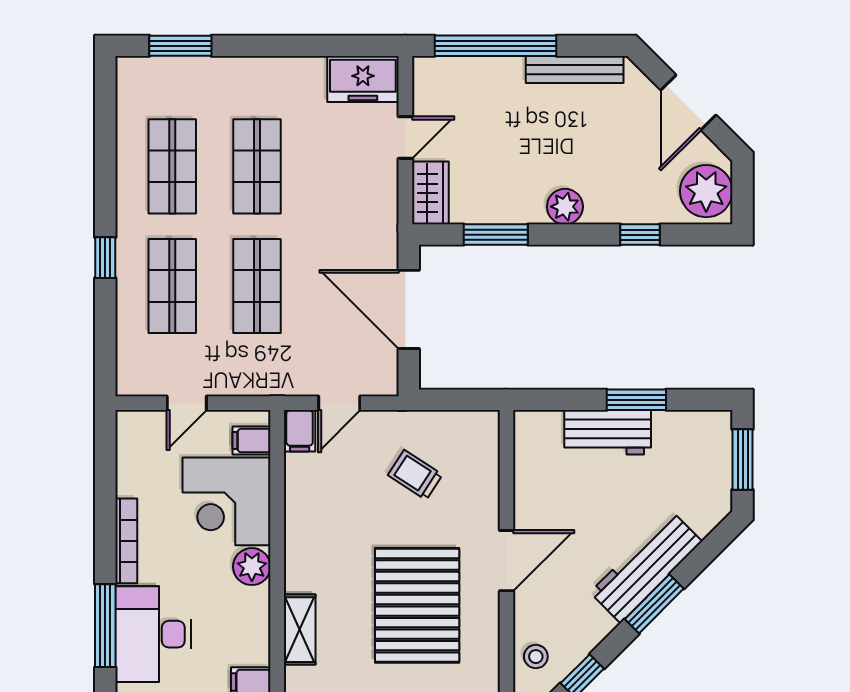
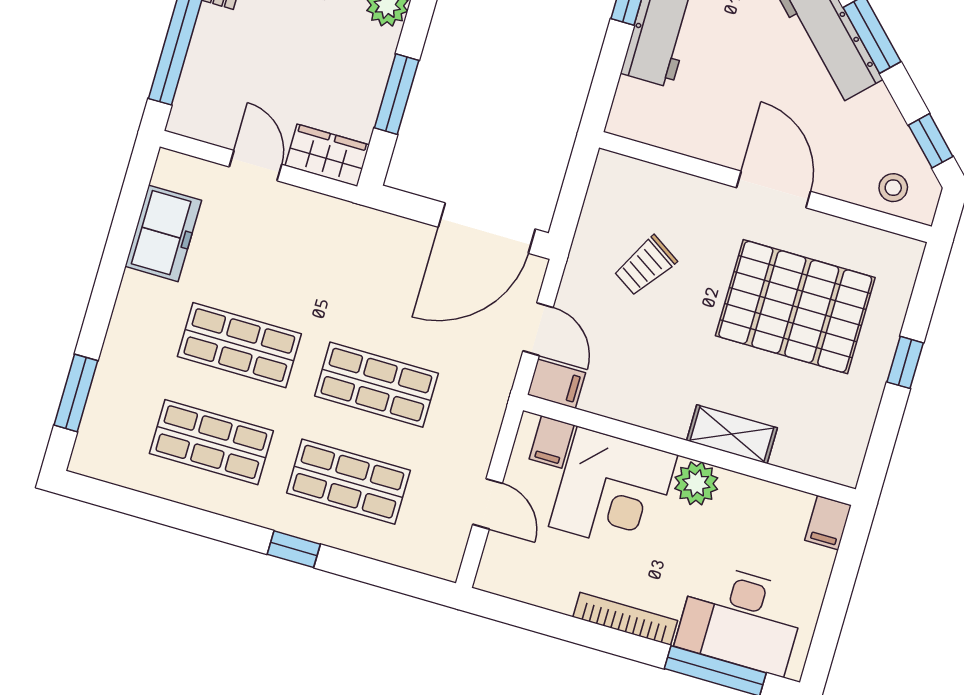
freezer: (363, 79) -> (163, 233), moved
door: (409, 309) -> (487, 228), moved
shelving: (300, 630) -> (732, 434), moved

